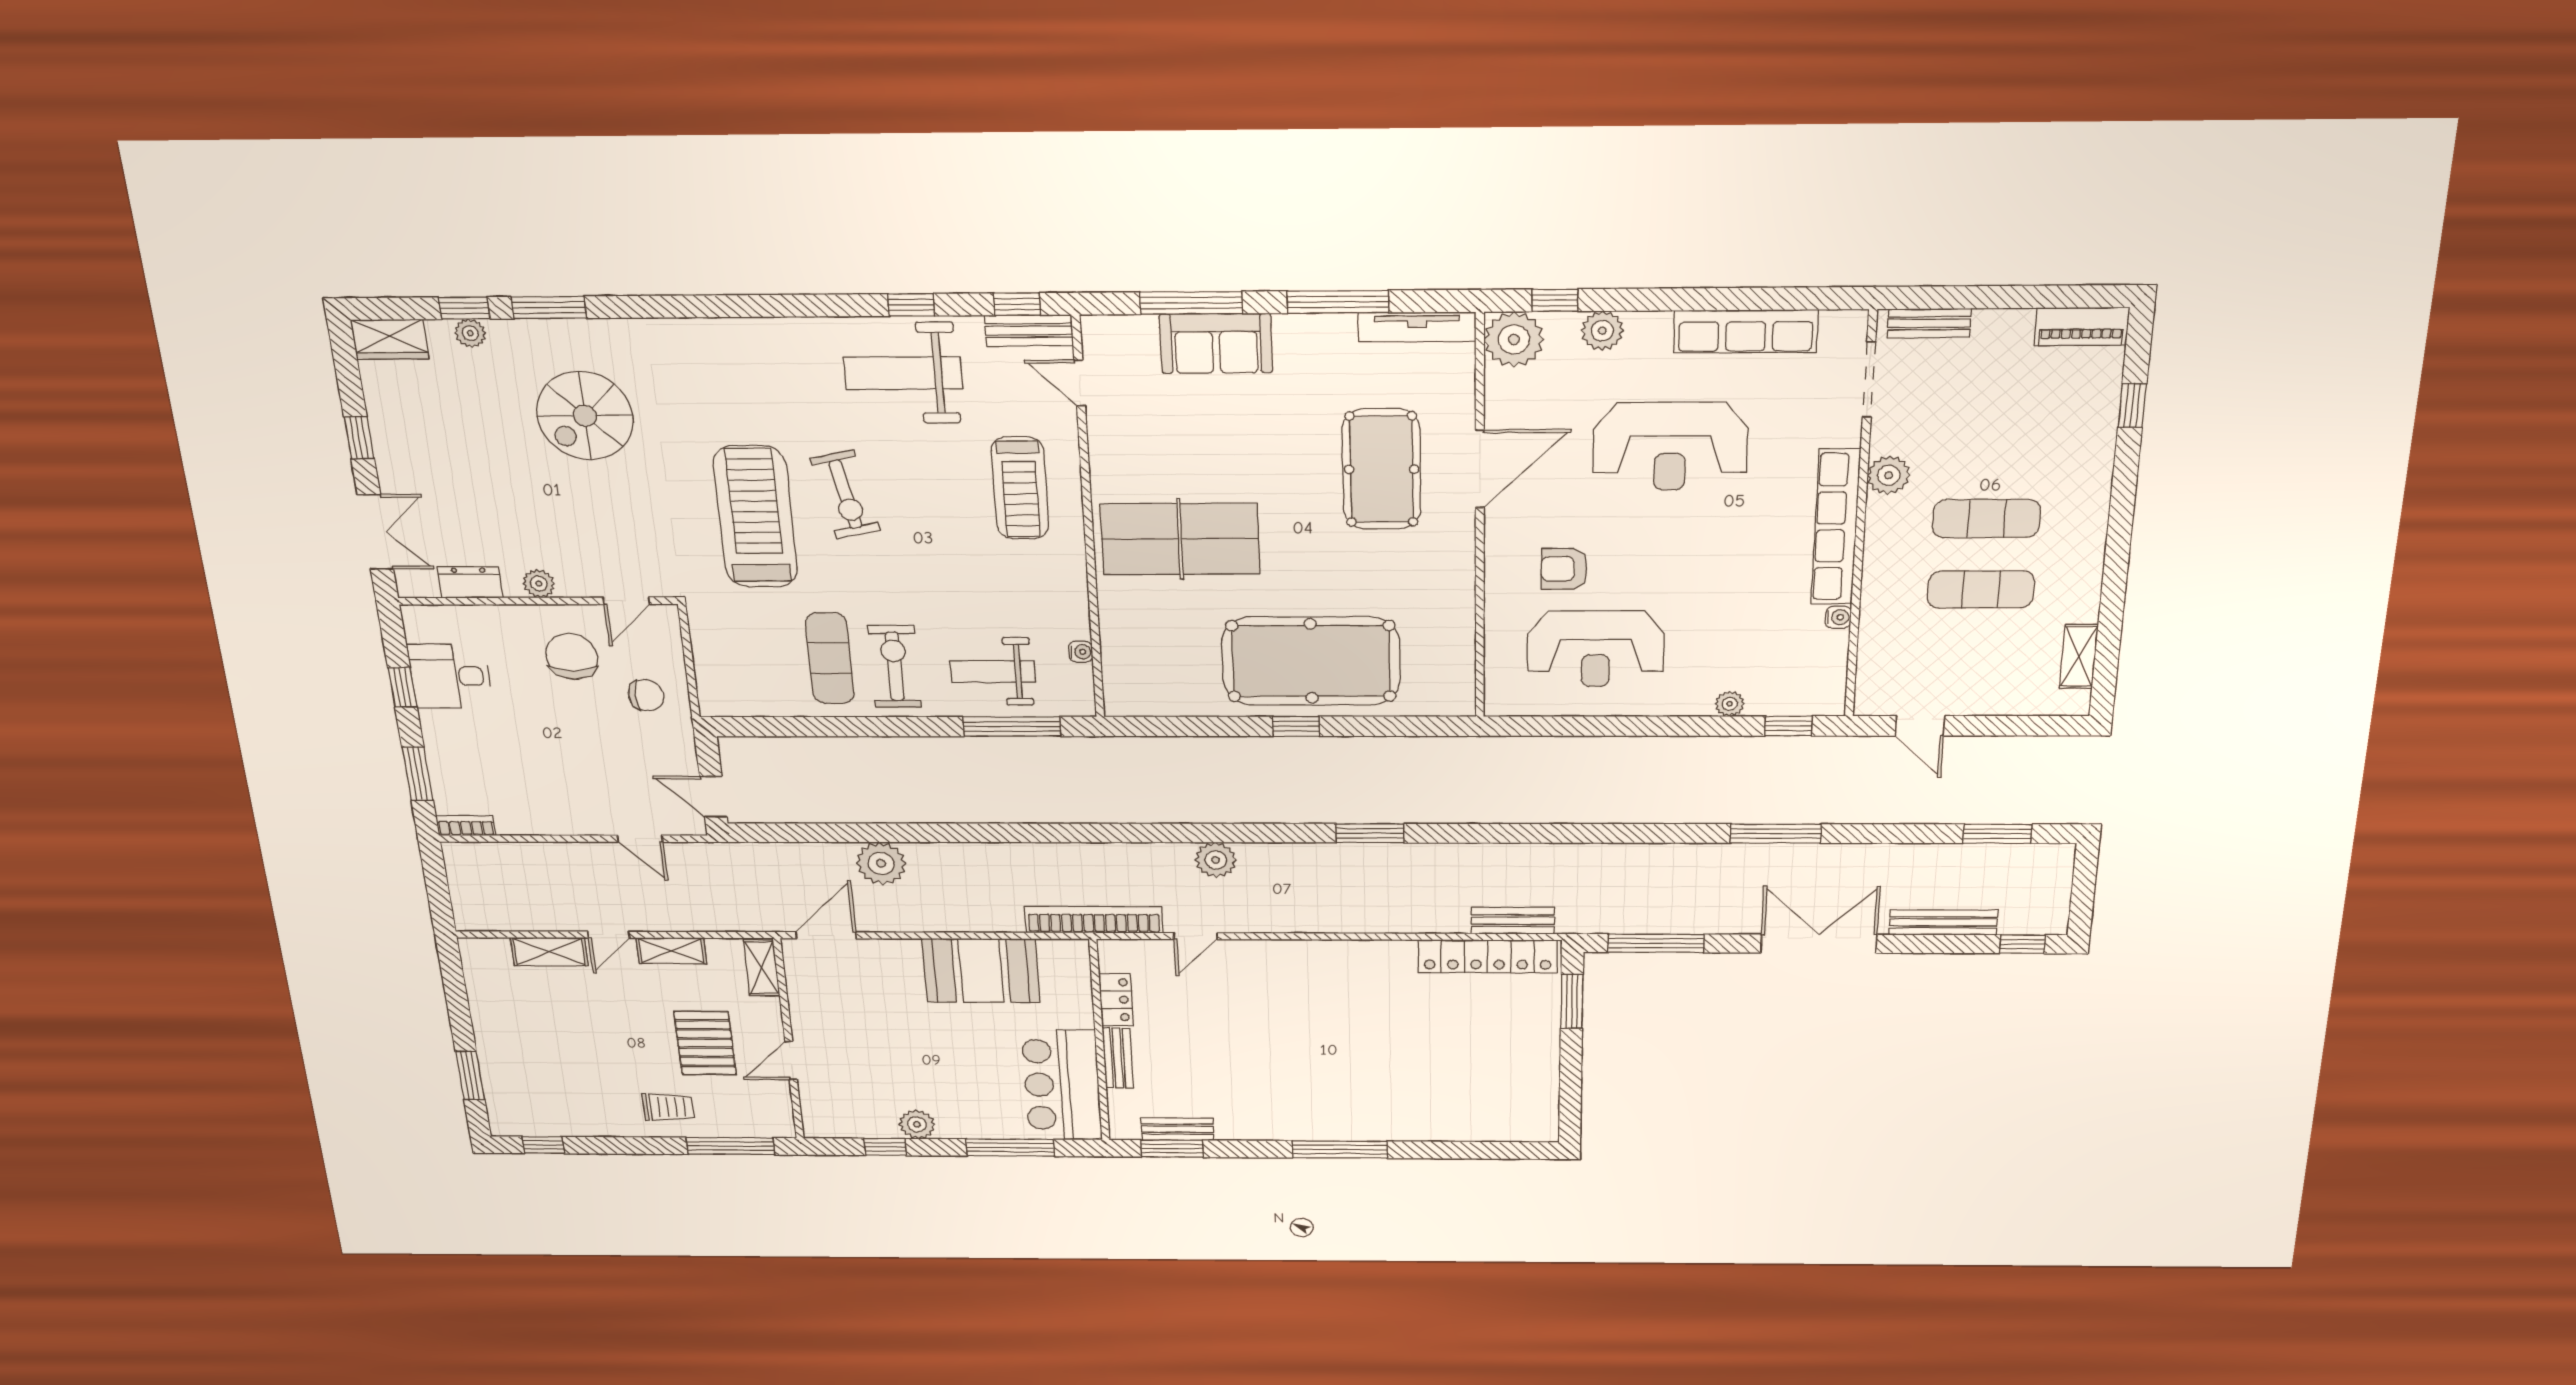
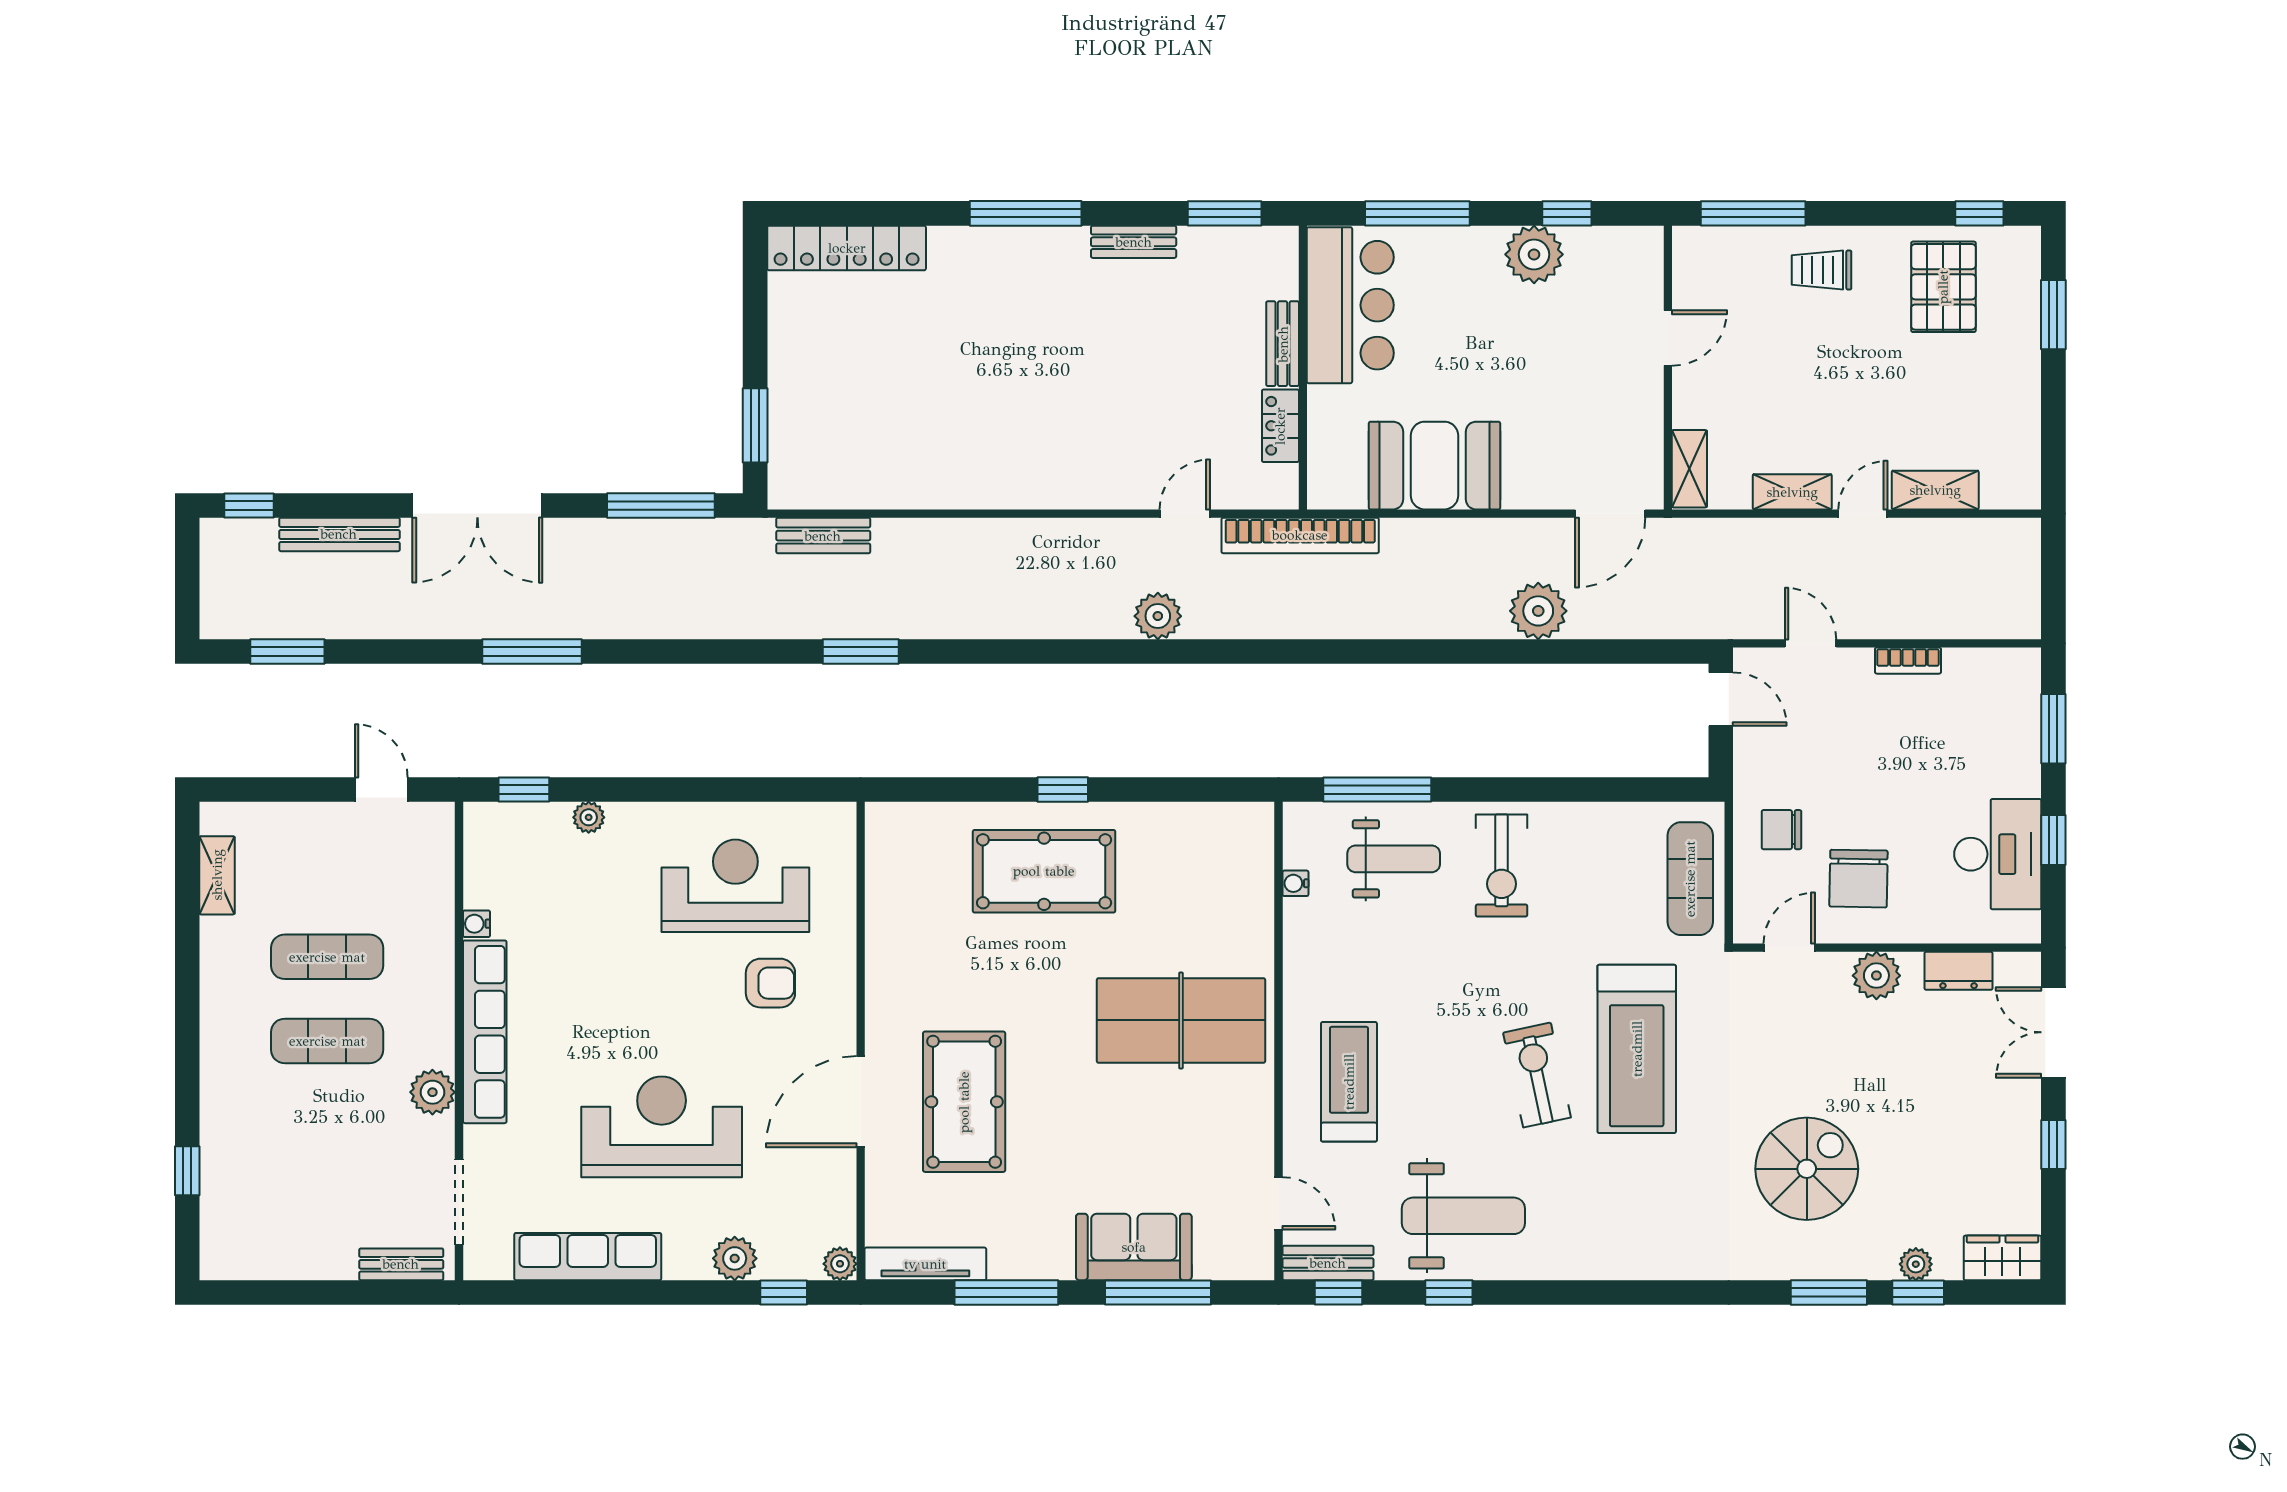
piano: (2082, 327) -> (246, 1259), removed
plant: (1514, 339) -> (840, 1264), width x0.53, depth x0.53
plant: (539, 584) -> (1876, 976), width x1.38, depth x1.38
exercise mat: (830, 658) -> (1690, 879), moved
pool table: (1311, 661) -> (1044, 871), width x0.73, depth x0.76
desk: (450, 676) -> (1998, 854), width x1.37
bookcase: (466, 826) -> (1908, 661), moved
window: (1370, 833) -> (861, 652), moved
locker: (1488, 956) -> (847, 248), moved, turned 180
pallet: (705, 1043) -> (1943, 287), moved
plant: (917, 1124) -> (1534, 254), width x1.36, depth x1.36
bench: (1177, 1129) -> (1134, 242), moved

